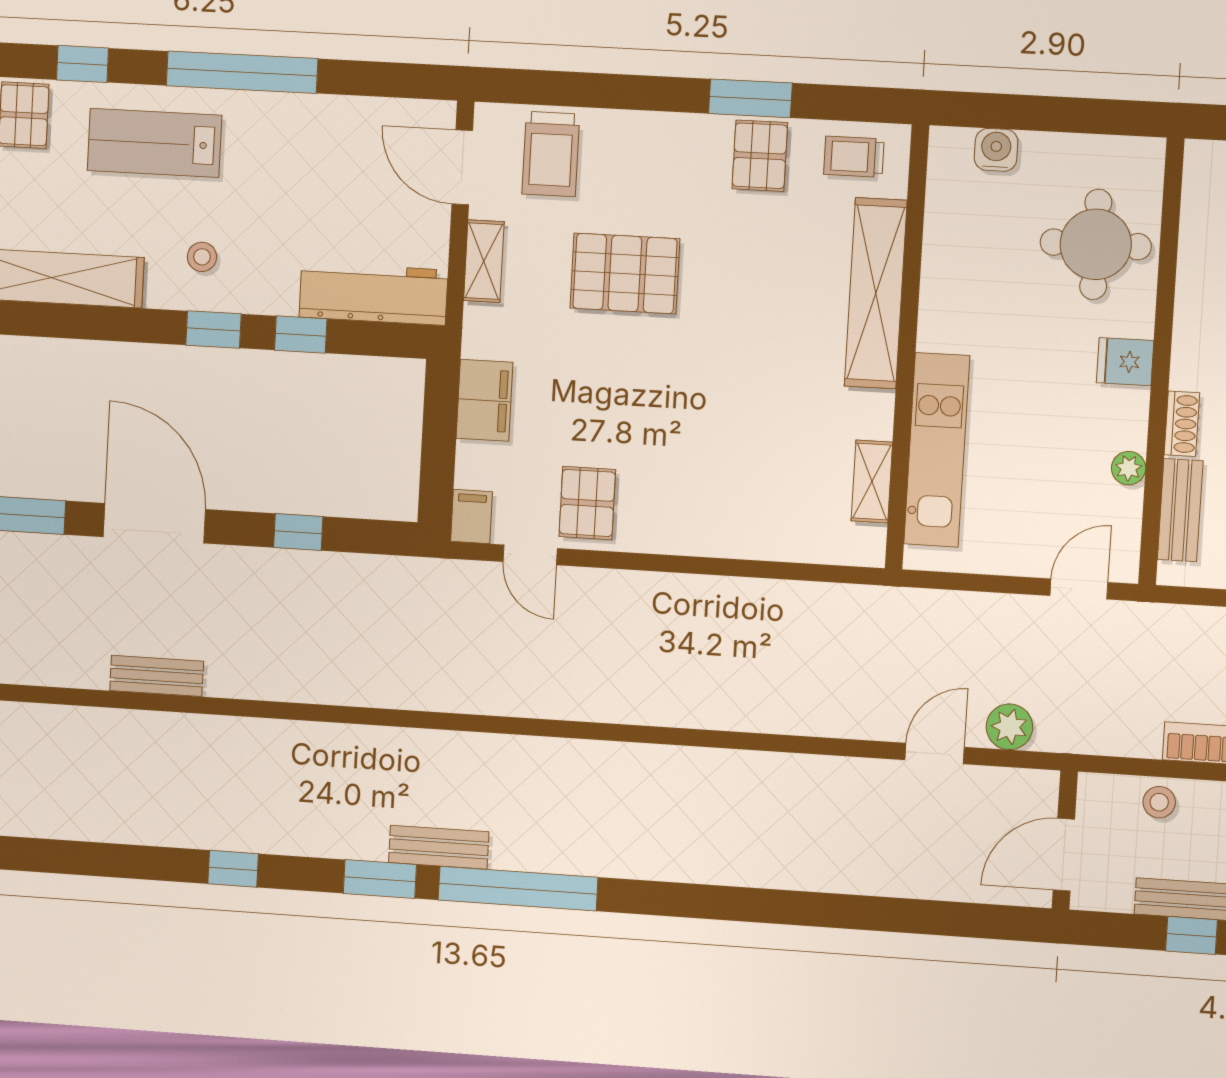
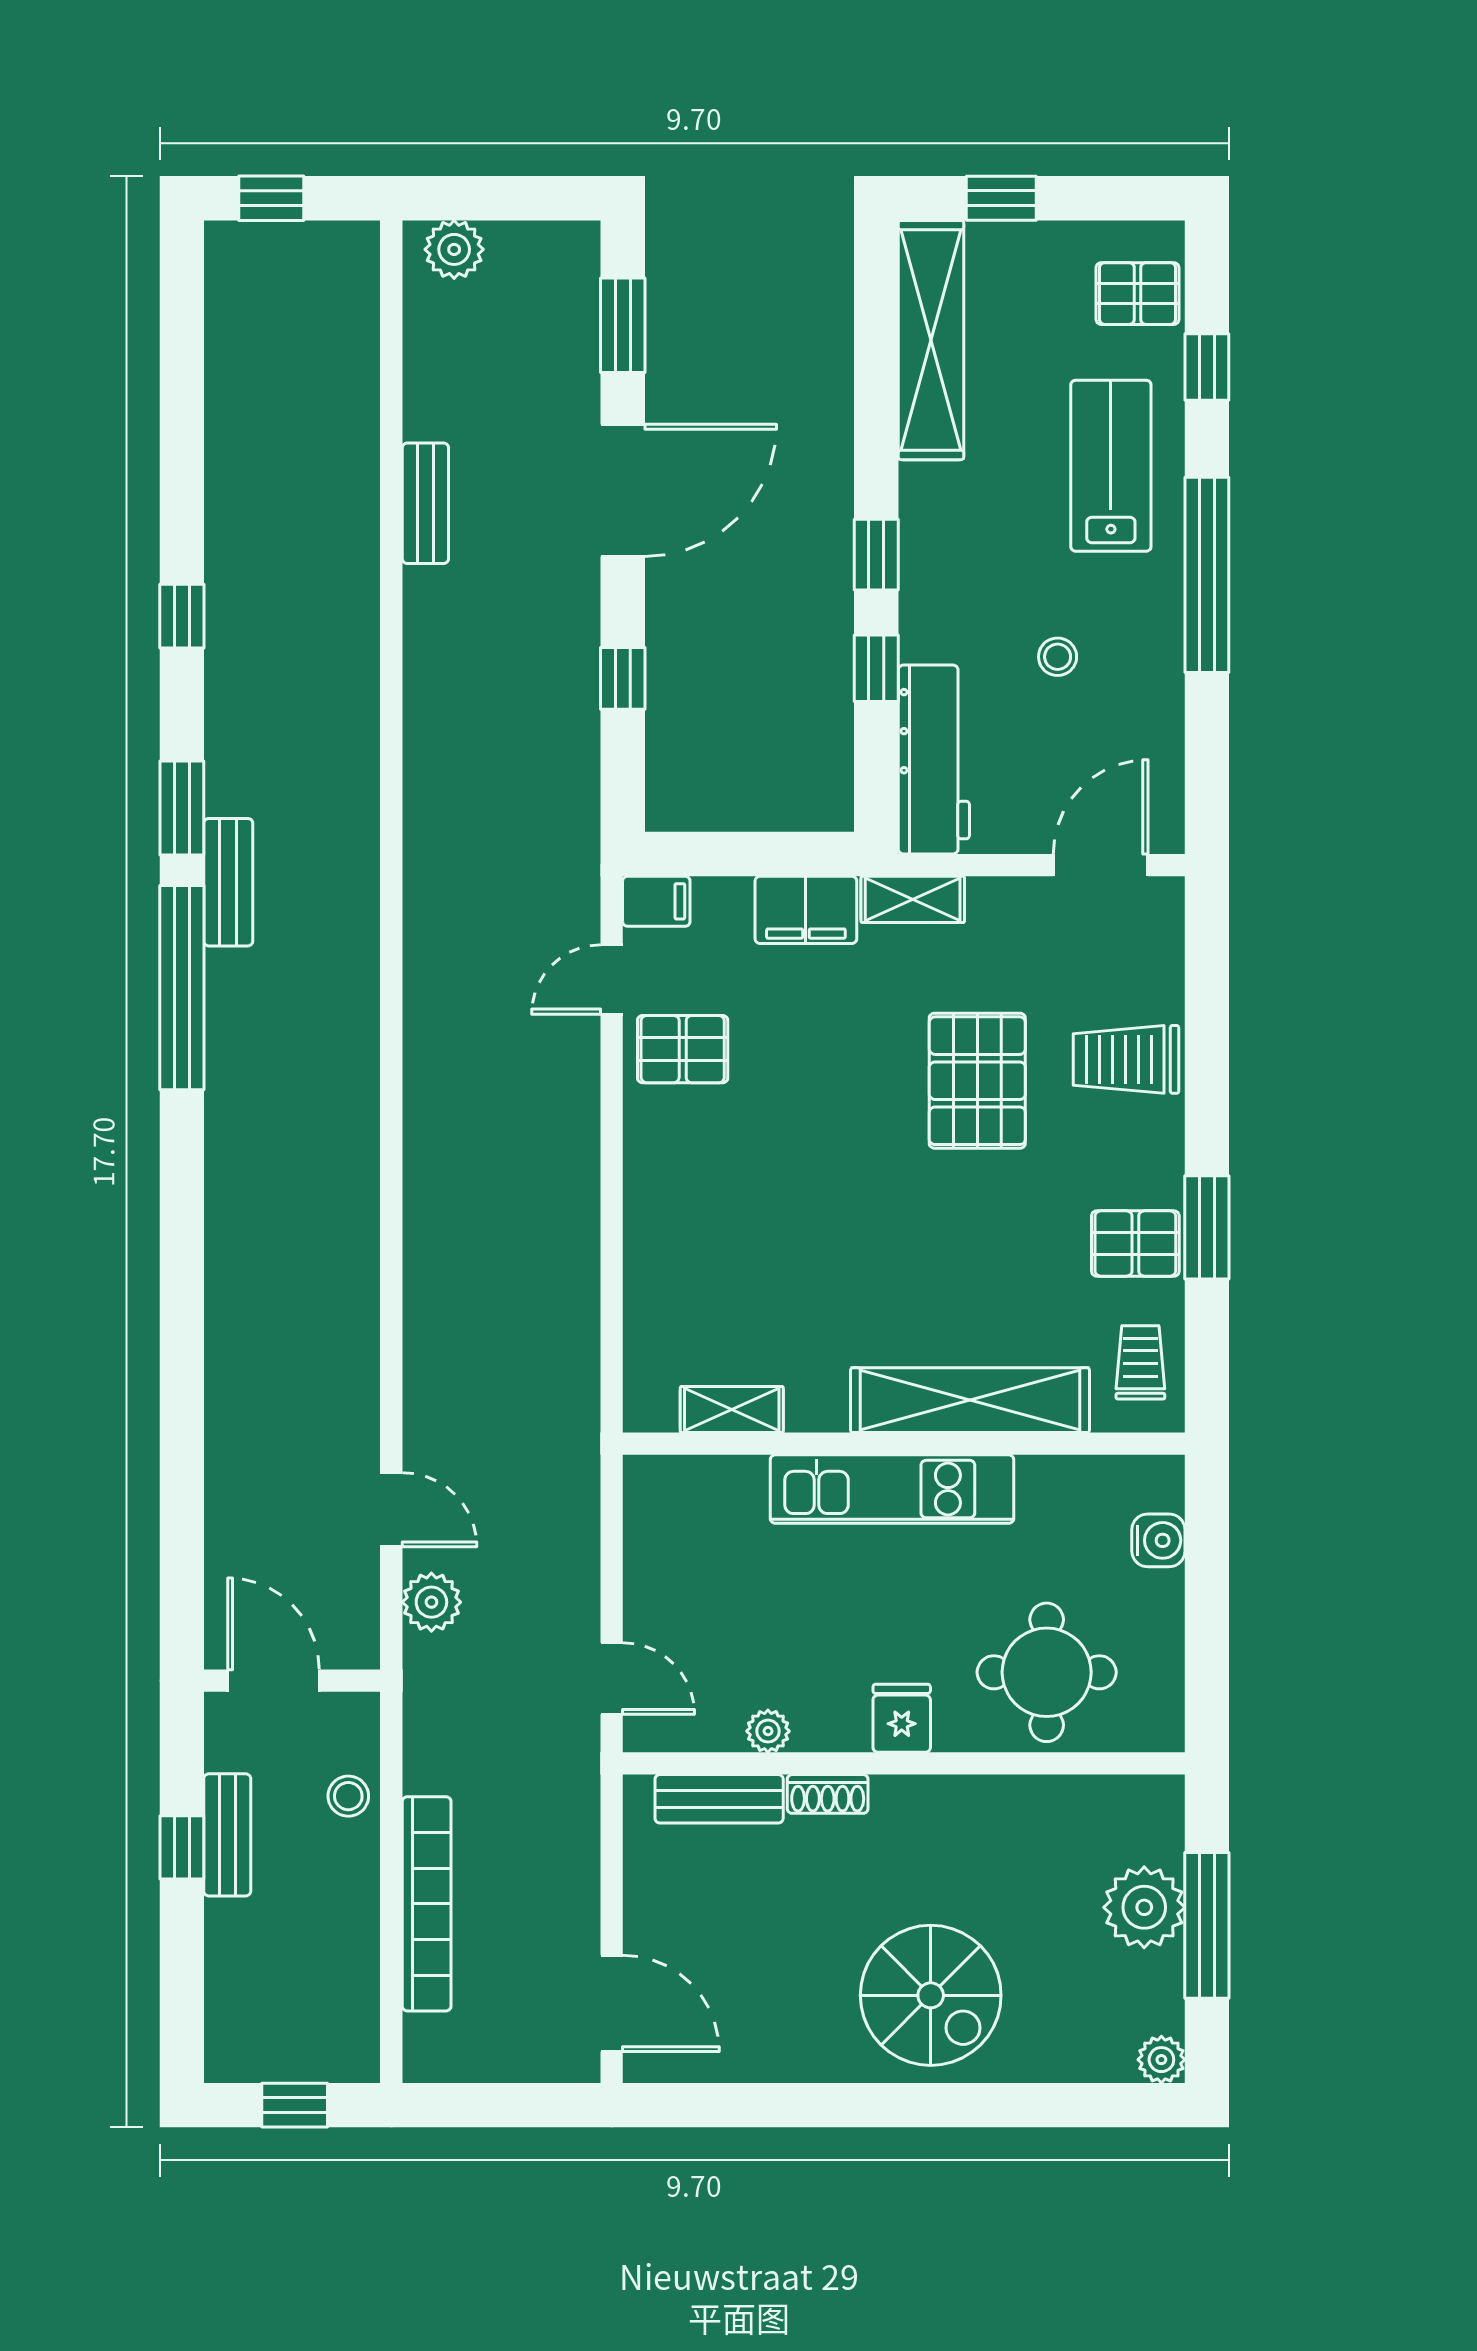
trolley: (551, 154) -> (1126, 1059), moved
stool: (202, 257) -> (1058, 657), moved
shelving: (484, 261) -> (913, 899), moved
kitchen unit: (937, 450) -> (892, 1489), moved

